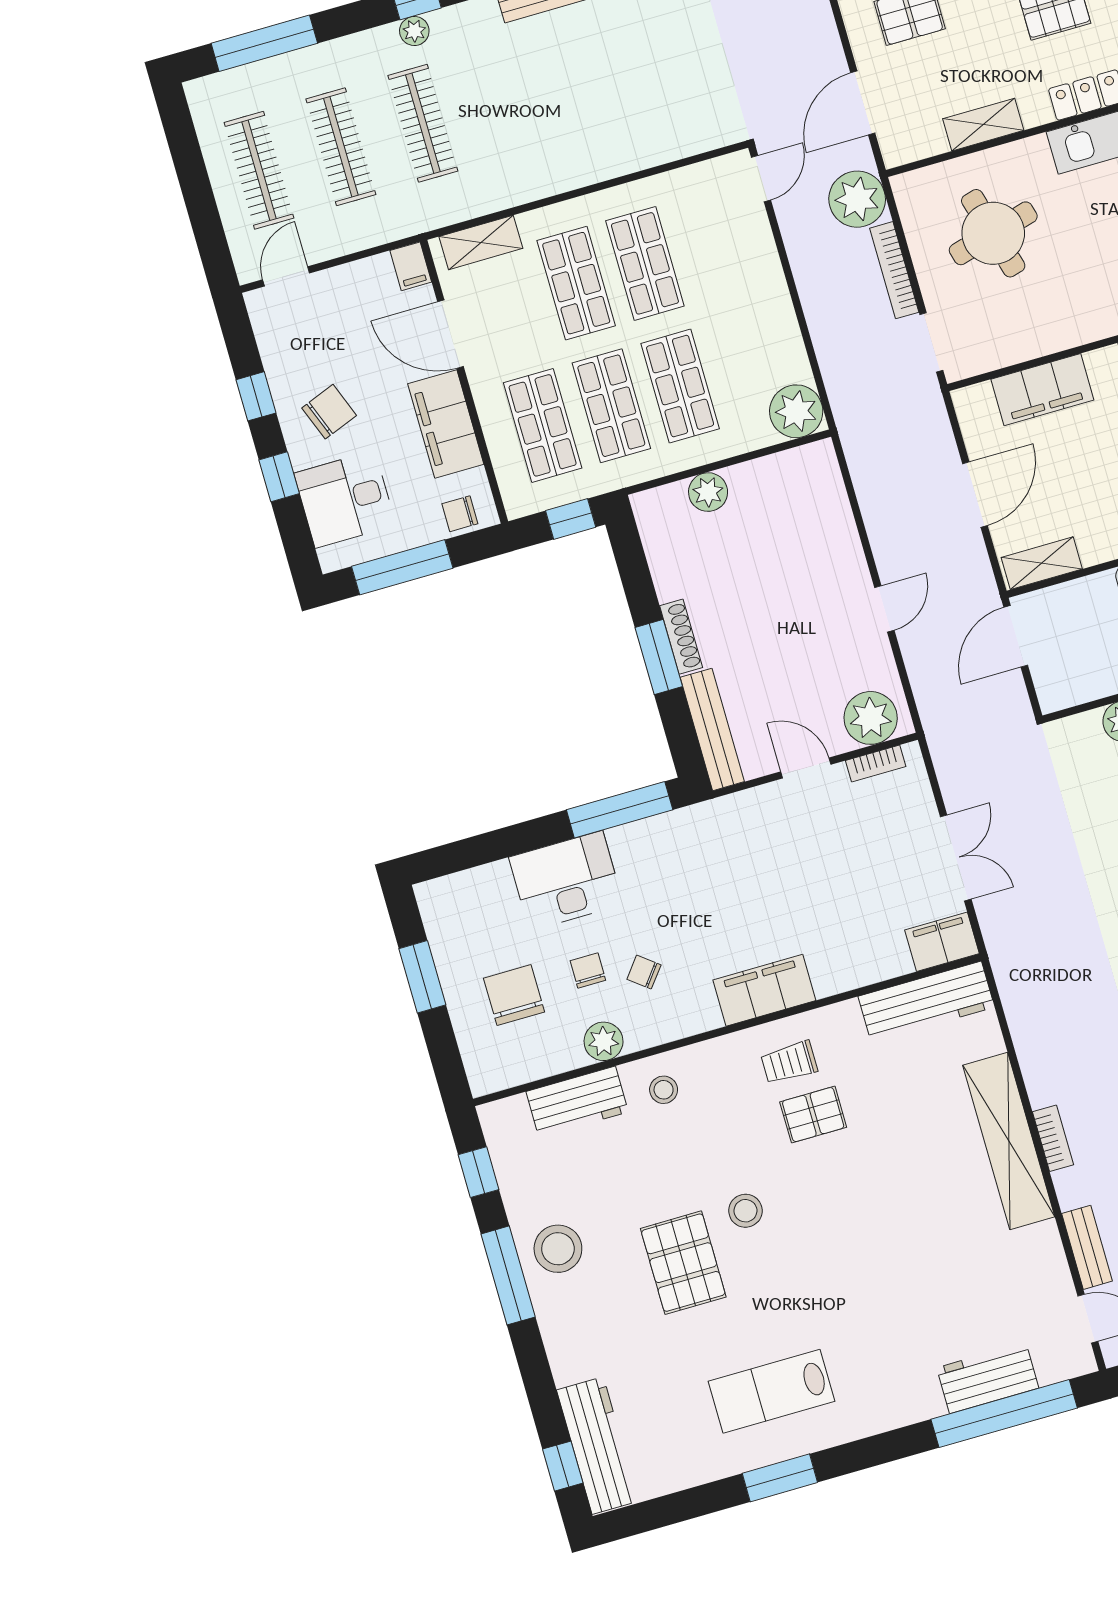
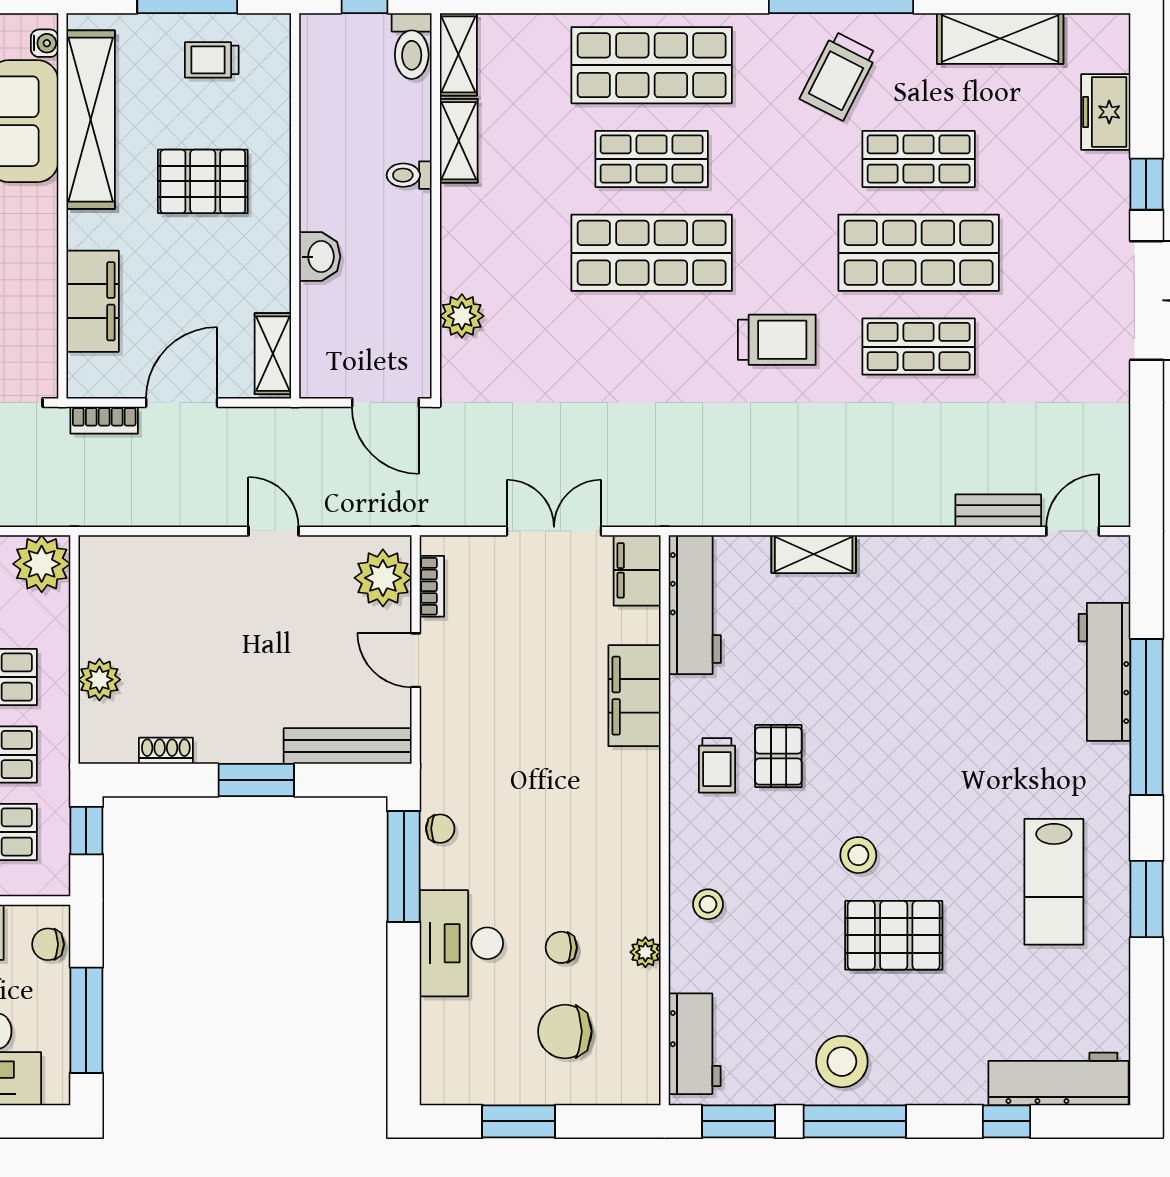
door: (975, 495) -> (182, 403), hinge flipped
chair: (460, 514) -> (48, 944), turned 90
door: (1016, 636) -> (385, 403), moved
shoe rack: (681, 637) -> (166, 751), moved, width x0.70
door: (806, 768) -> (416, 660), hinge flipped
chair: (644, 972) -> (440, 829), moved, turned -128
filing cabinet: (764, 990) -> (634, 696), moved
plant: (604, 1041) -> (645, 952), width x0.73, depth x0.73
workbench: (577, 1102) -> (695, 1044), moved
bookcase: (1053, 1138) -> (104, 420), moved, turned 180
shelving: (1009, 1141) -> (814, 554), width x0.45, depth x0.75
window: (478, 1172) -> (738, 1121), width x1.50
workbench: (988, 1378) -> (1104, 672), width x1.38
window: (1004, 1414) -> (1146, 717), moved
window: (563, 1466) -> (1006, 1121), moved

